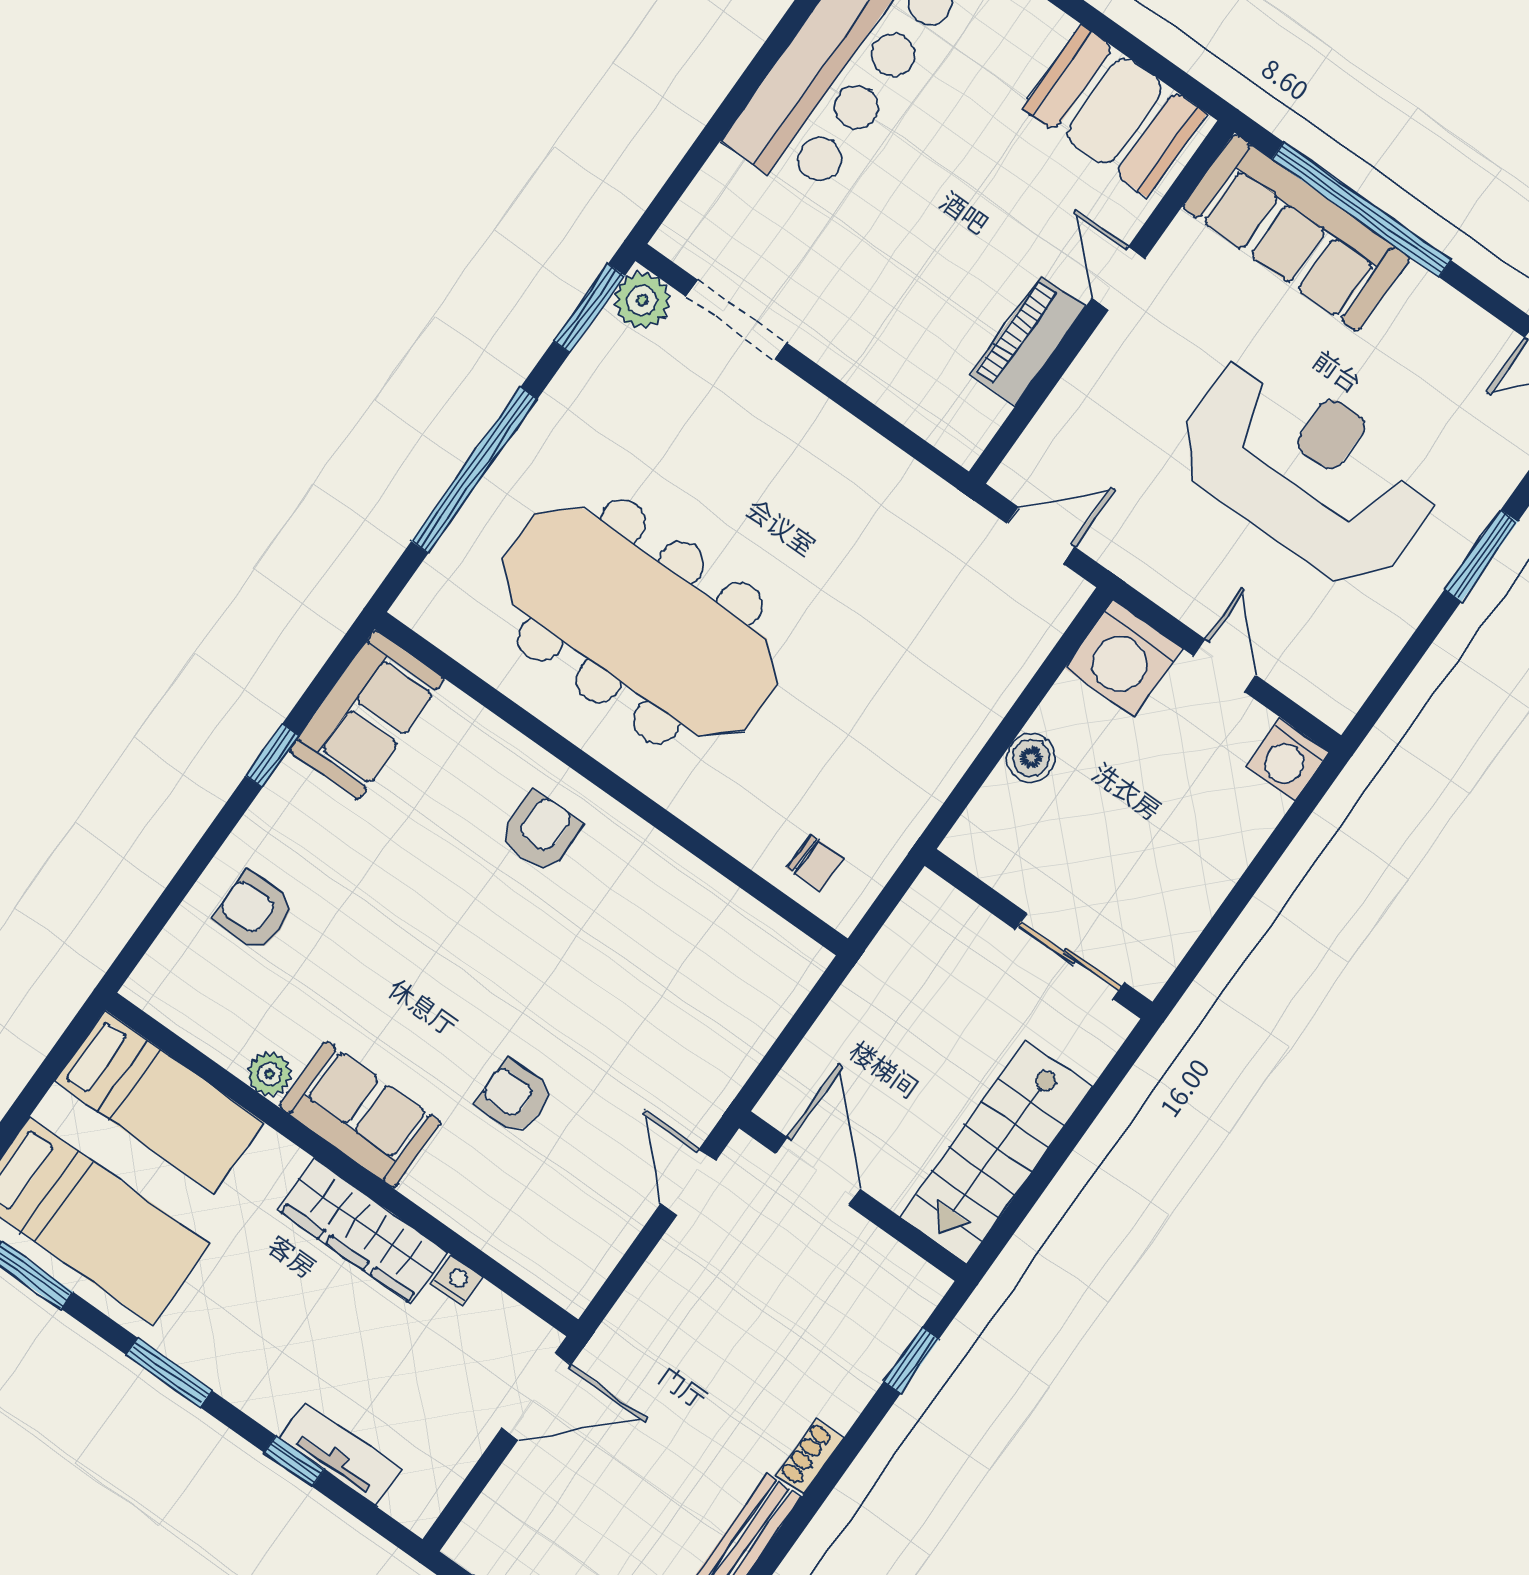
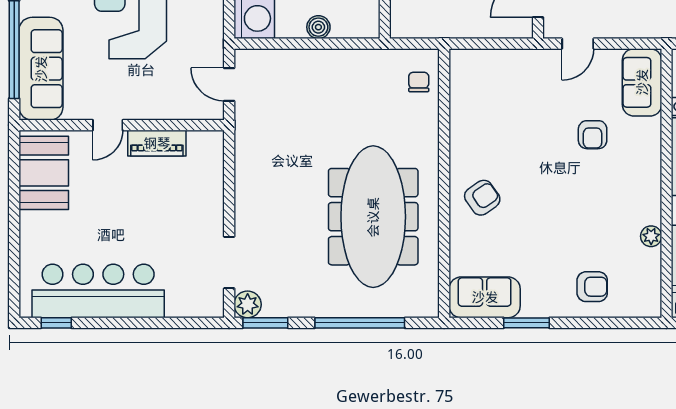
window: (272, 756) -> (527, 323), width x1.50
armchair: (540, 831) -> (482, 198), turned 145
armchair: (255, 912) -> (592, 287), turned -90
sofa: (360, 1114) -> (642, 82), moved

